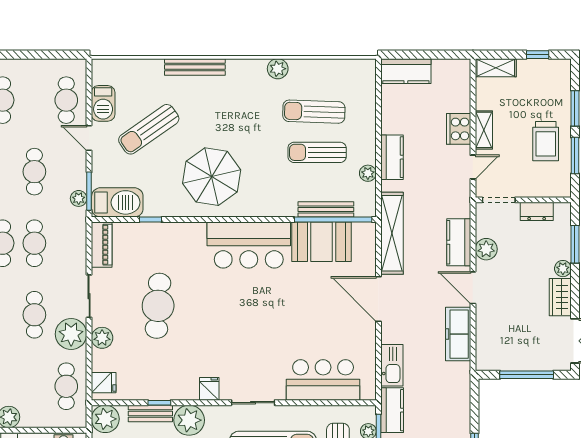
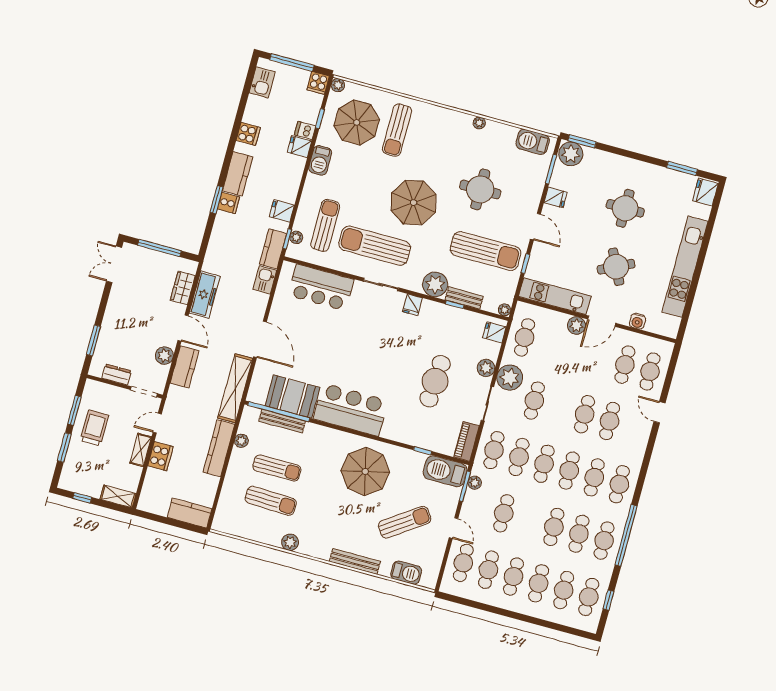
cafe table: (34, 100) -> (488, 570), added
barbecue: (103, 103) -> (406, 573), moved, turned 90
kitchen counter: (392, 157) -> (219, 448), width x1.50
cafe table: (66, 243) -> (494, 450), added
plant: (563, 269) -> (108, 324), removed
wardrobe: (560, 297) -> (183, 288), moved, turned 180
kitchen sink: (392, 365) -> (265, 280), width x0.73
plant: (105, 419) -> (505, 310), width x0.53, depth x0.53

